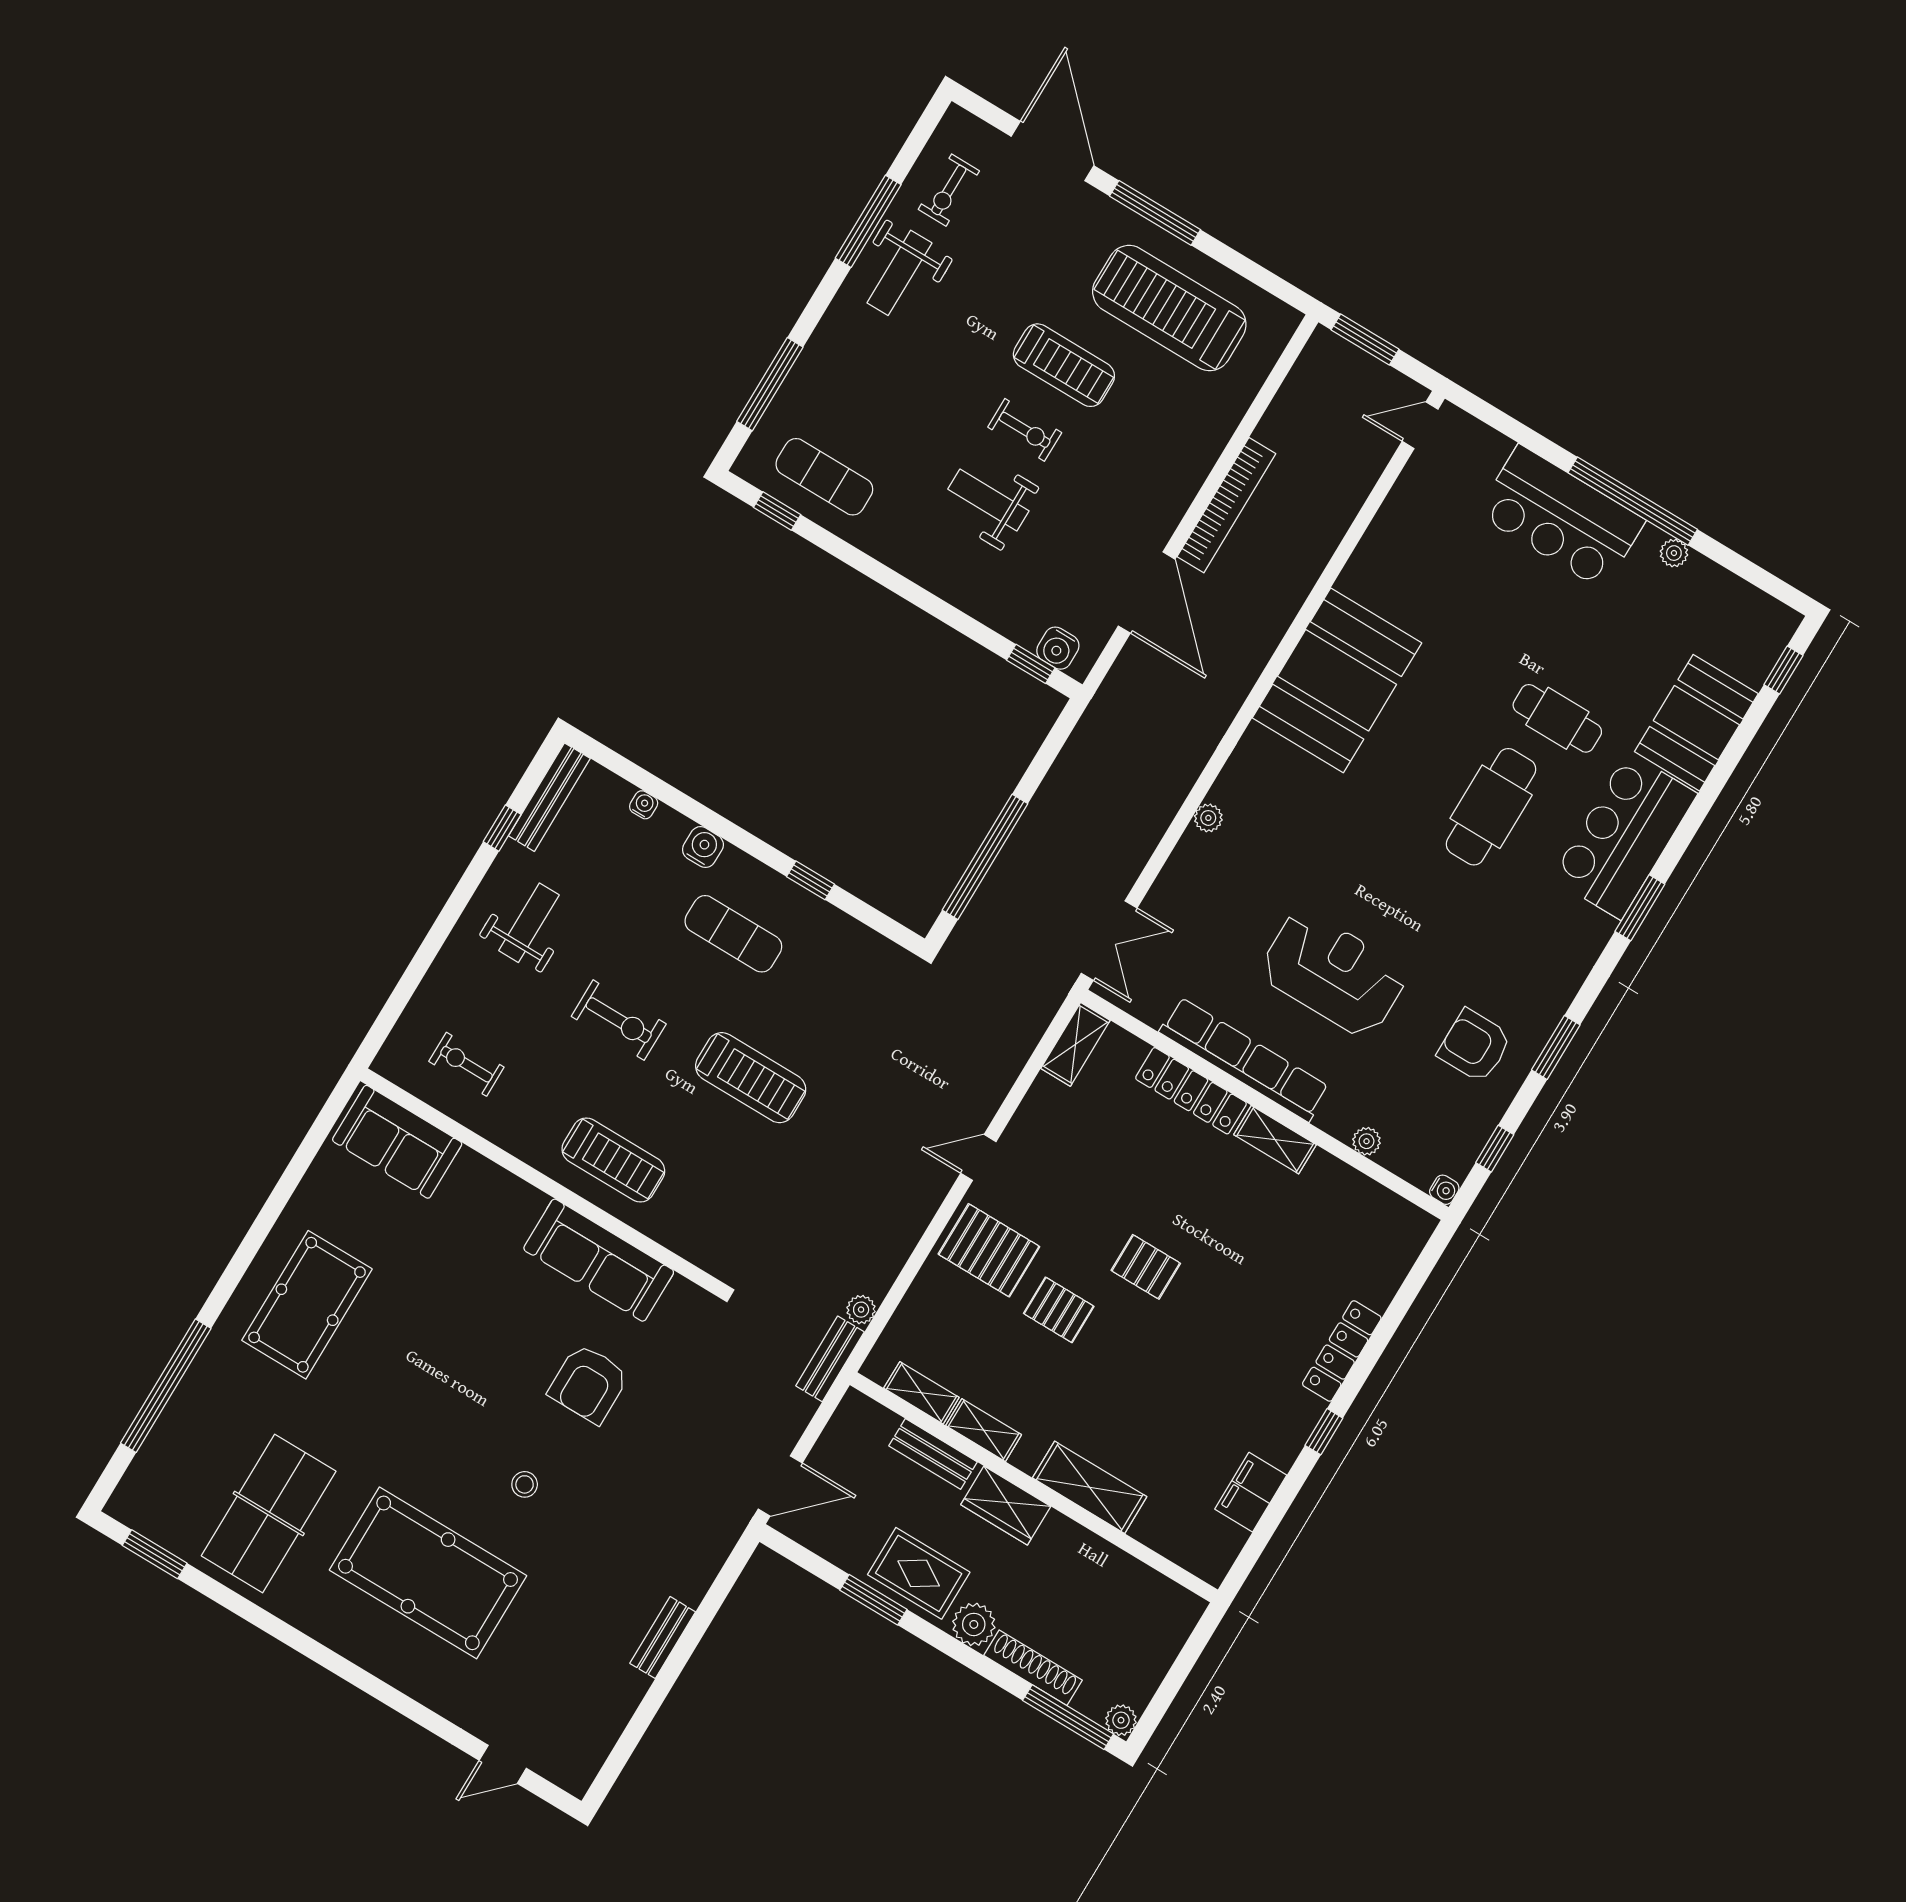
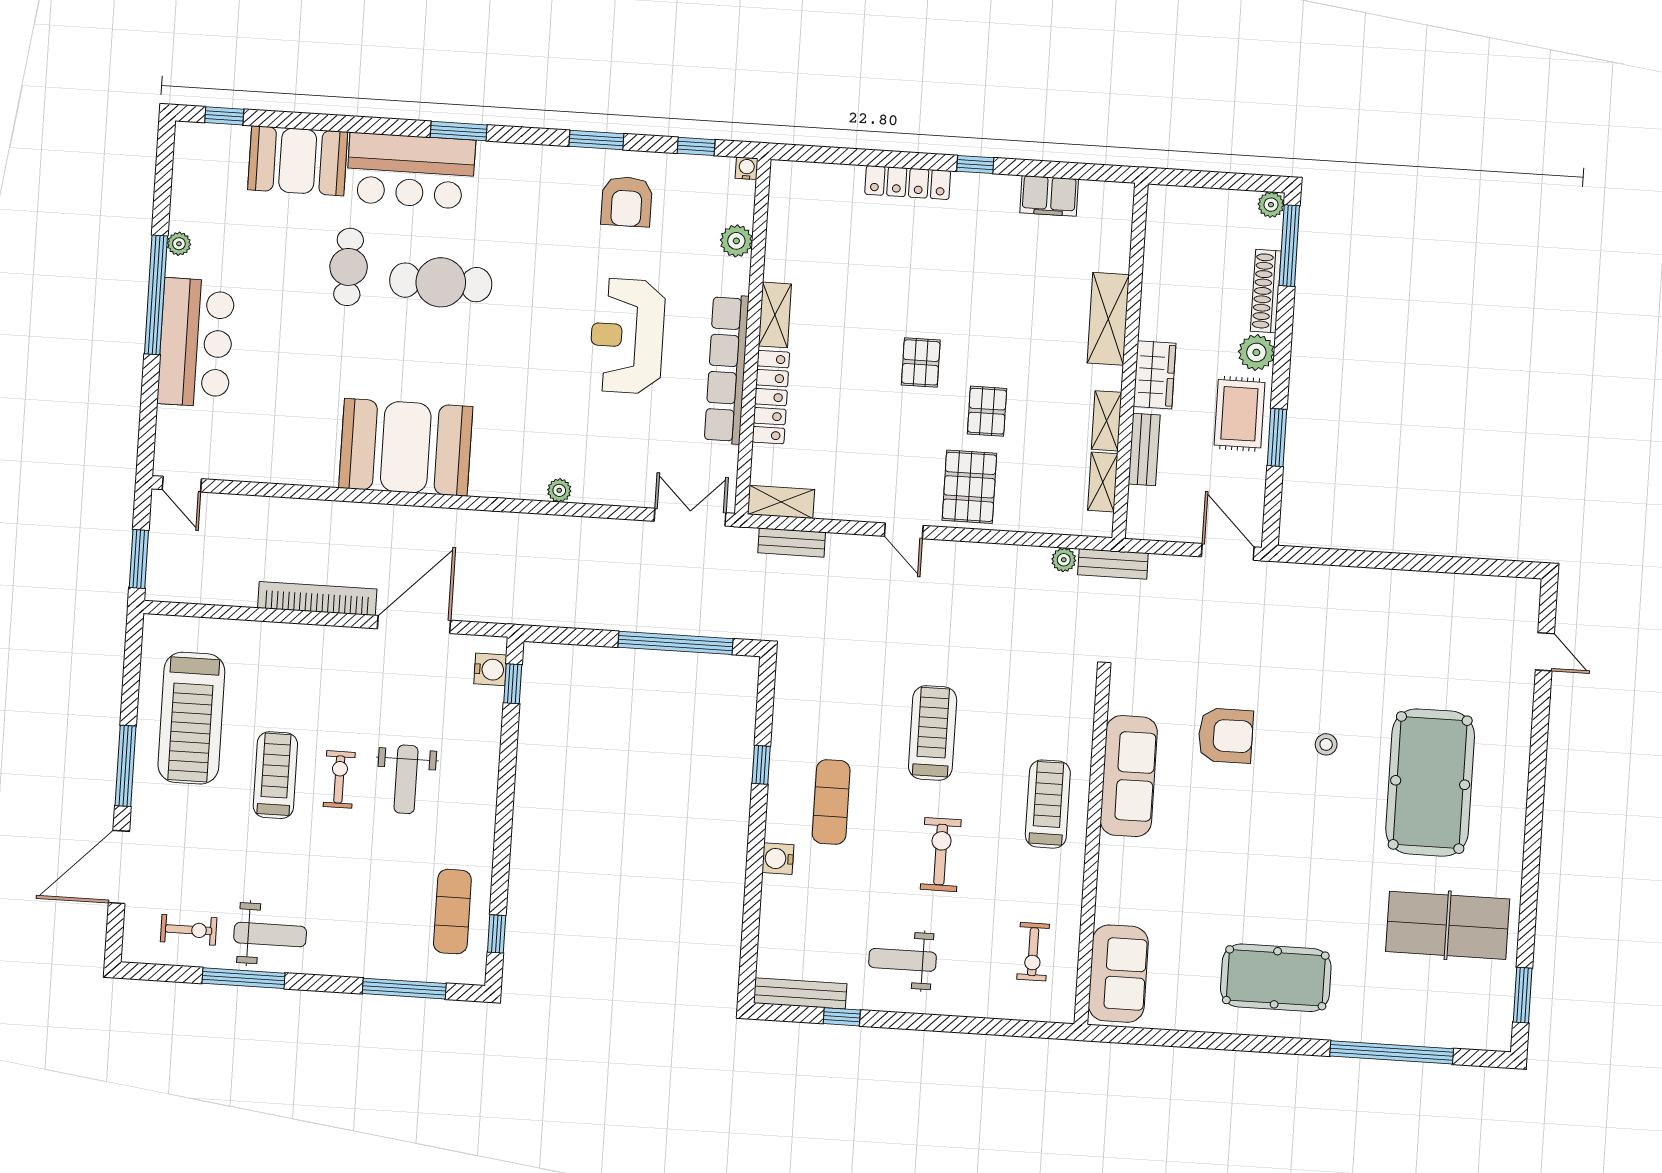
water cooler: (644, 805) -> (769, 920), removed
plant: (1367, 1141) -> (736, 241), width x1.38, depth x1.38
bench: (663, 1638) -> (792, 543), moved

